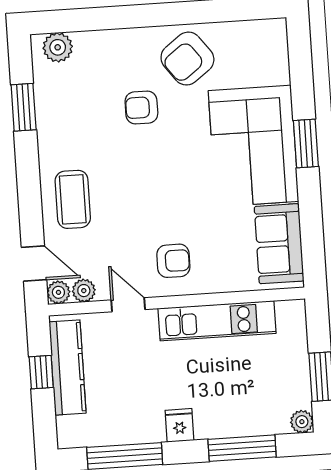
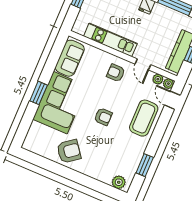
armchair: (141, 108) -> (103, 117), moved
coffee table: (73, 199) -> (144, 118), width x1.36, depth x1.32

